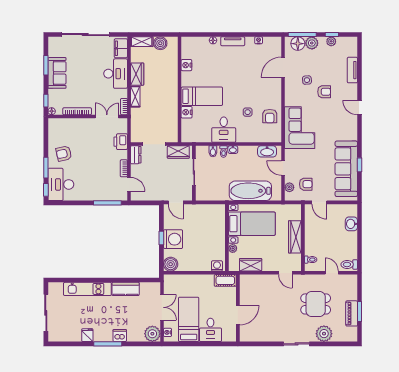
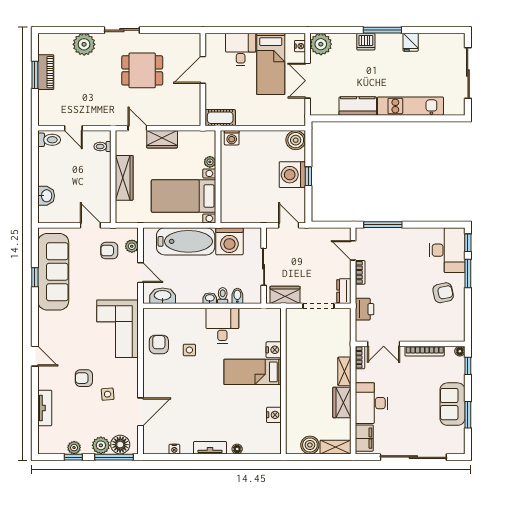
washing machine: (219, 191) -> (229, 241), added
wardrobe: (251, 265) -> (162, 139), moved
dining table: (316, 304) -> (142, 70), moved

